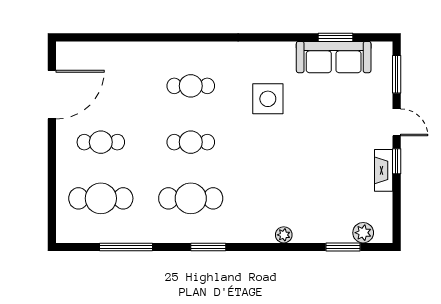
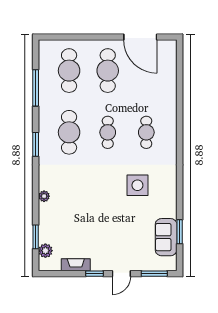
sofa: (334, 57) -> (166, 237), width x0.73
cafe table: (101, 142) -> (108, 71), width x1.37, depth x1.35
fireplace: (384, 170) -> (76, 265), moved

